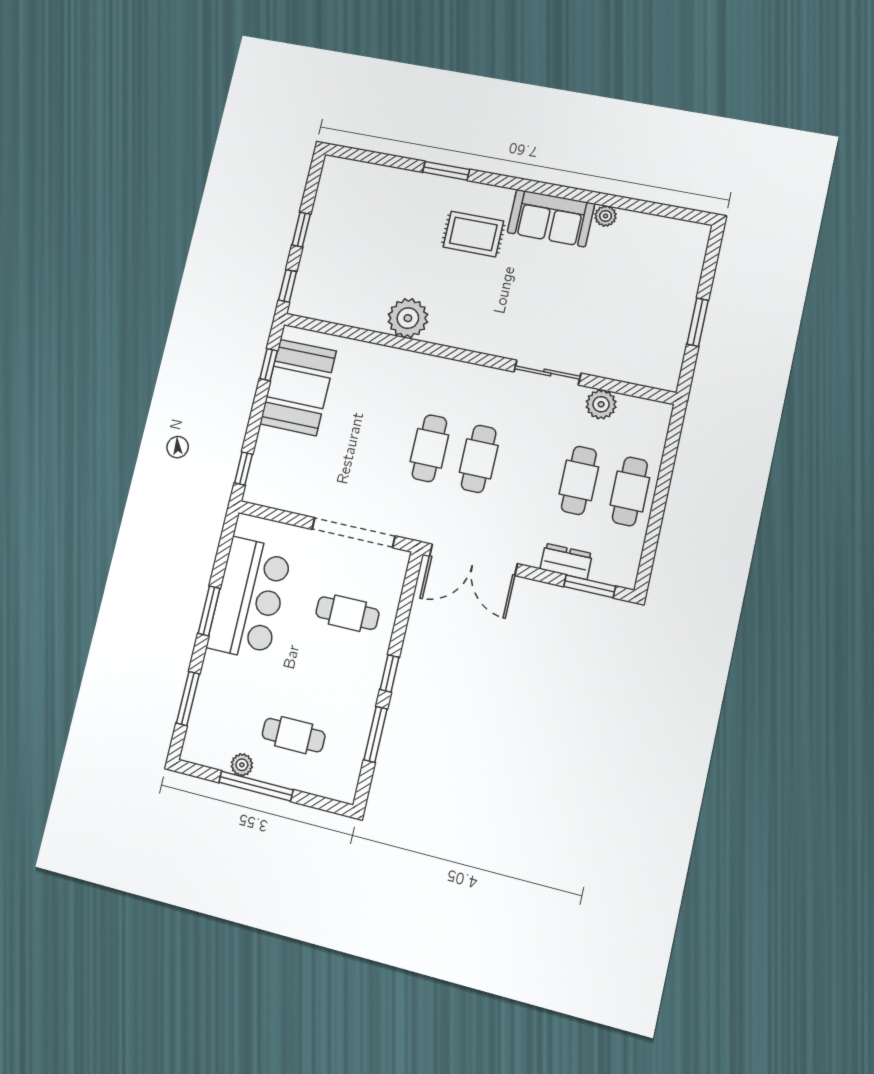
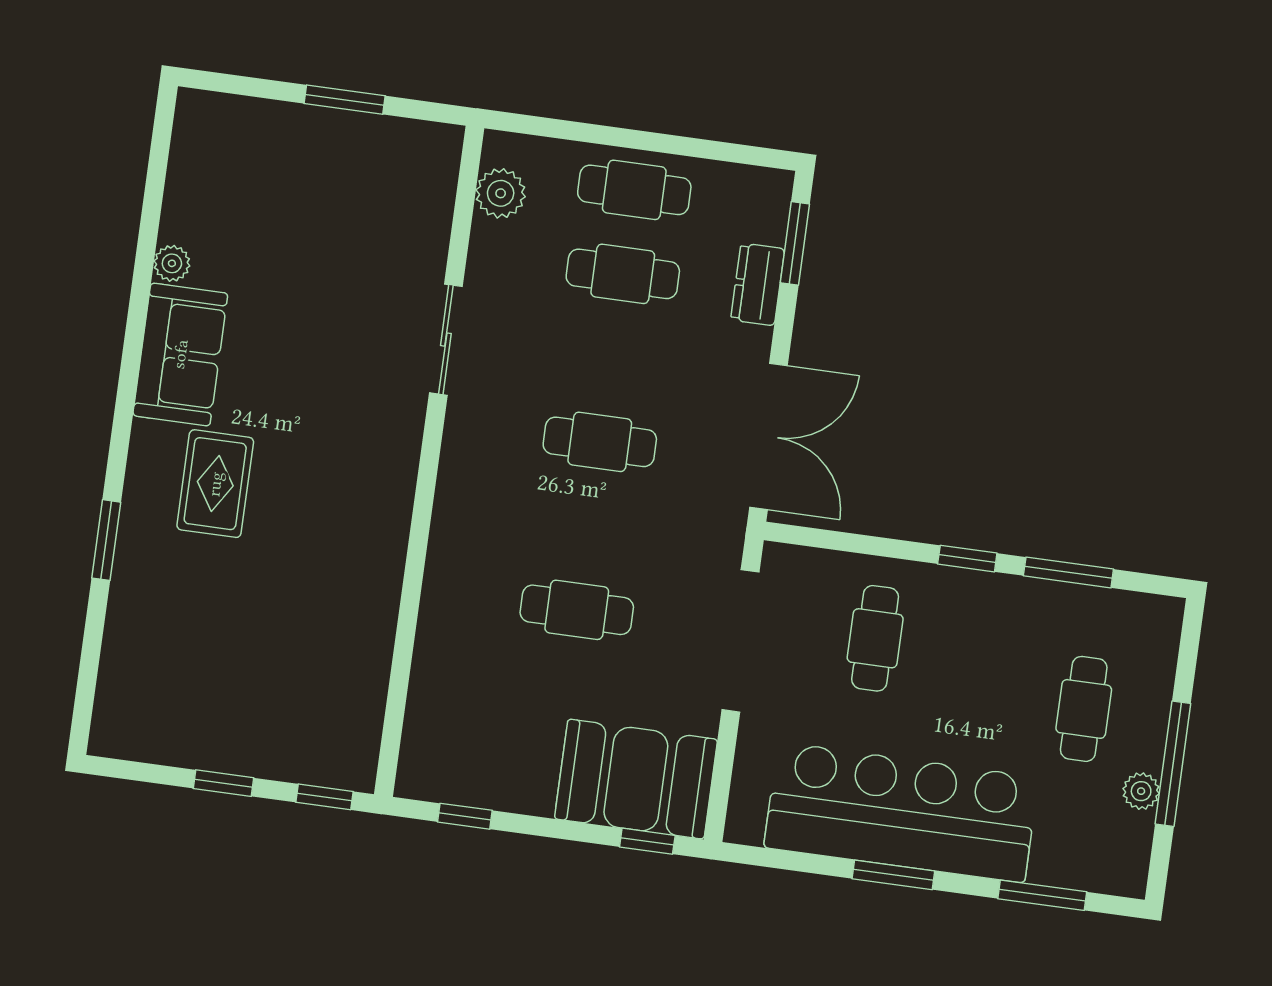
plant: (408, 318) -> (368, 583), removed
booth: (298, 387) -> (636, 779), moved
plant: (601, 404) -> (501, 193), moved
cafe table: (429, 448) -> (577, 610), moved
bar counter: (249, 599) -> (901, 812), width x1.36

